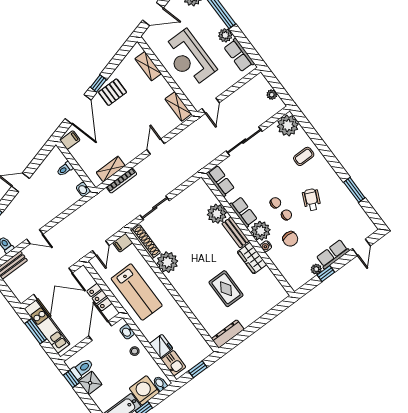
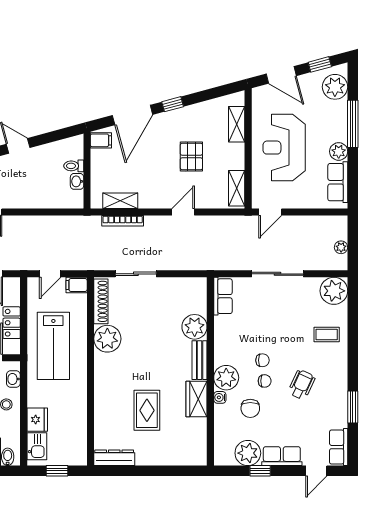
pallet: (112, 92) -> (191, 157), moved, turned 90
washbasin: (83, 189) -> (77, 181), moved
row of seats: (243, 212) -> (339, 447), moved, turned 180
plant: (316, 269) -> (248, 453), width x1.88, depth x1.88

